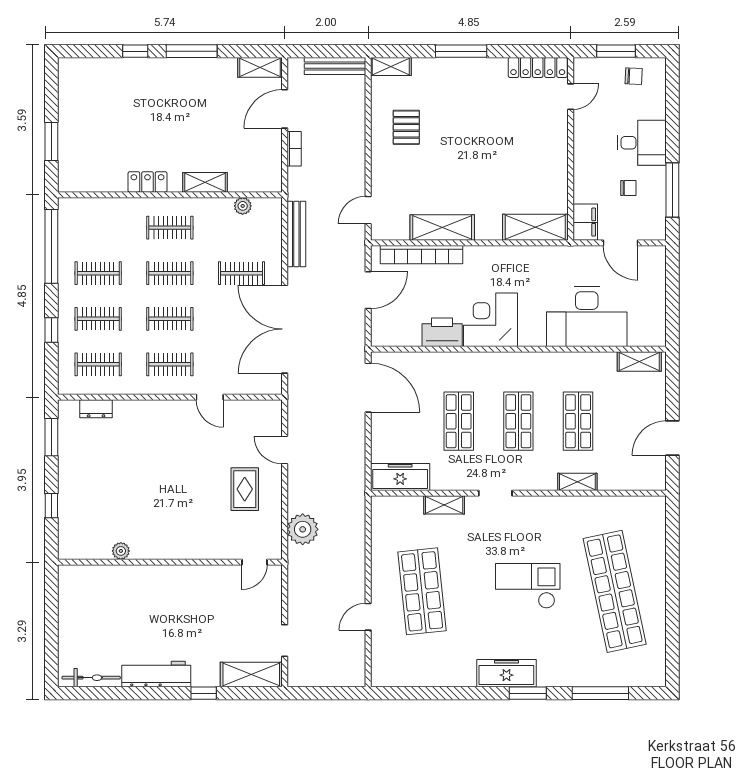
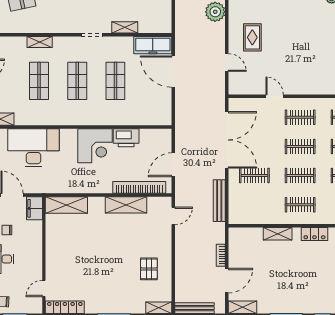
plant: (243, 206) -> (254, 219), removed
door: (368, 388) -> (173, 72), moved

